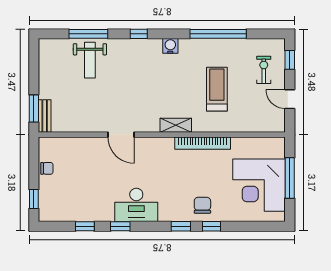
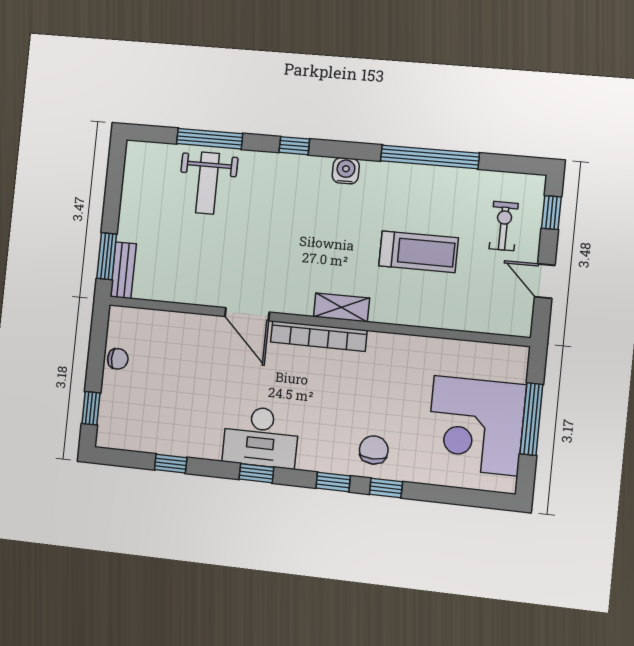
treadmill: (217, 89) -> (419, 252), turned 90
bookcase: (203, 143) -> (319, 336), moved
window: (120, 226) -> (256, 473), moved

